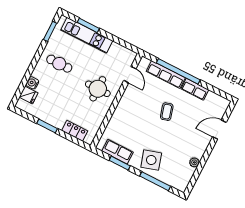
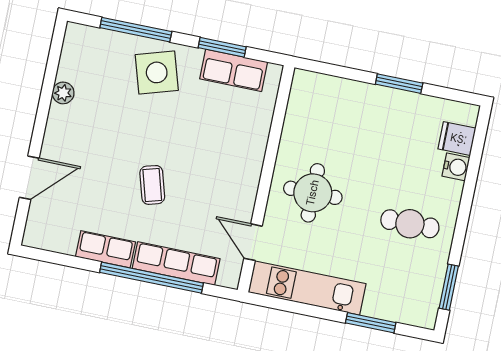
kitchen unit: (87, 35) -> (307, 288), moved
locker: (75, 131) -> (337, 90), removed

